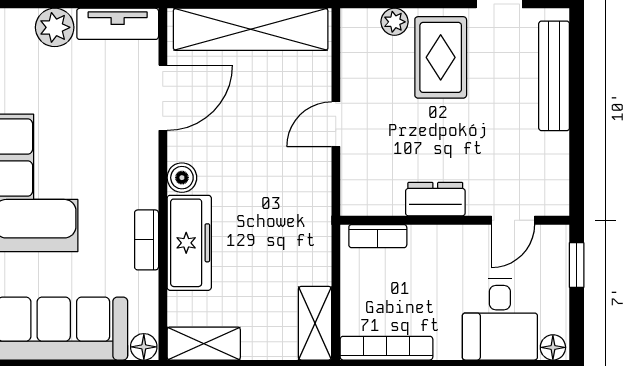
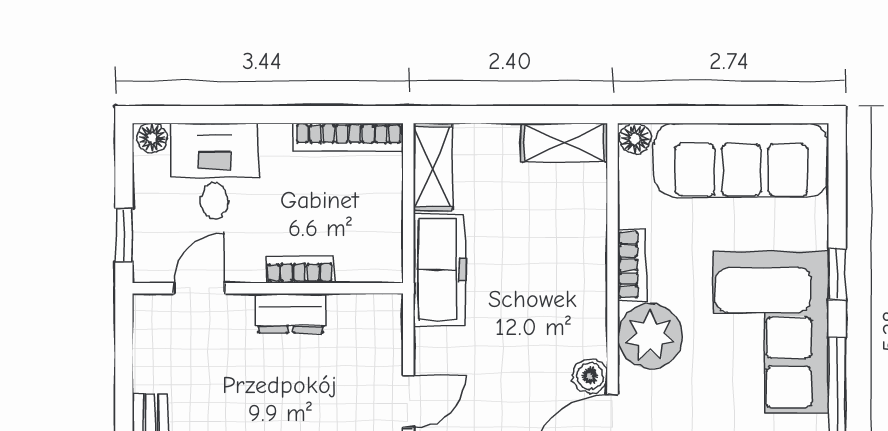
boiler: (182, 178) -> (590, 376), moved
plant: (131, 180) -> (650, 336), added
bookcase: (378, 236) -> (300, 269), moved
freezer: (189, 243) -> (439, 270), moved, turned 180

